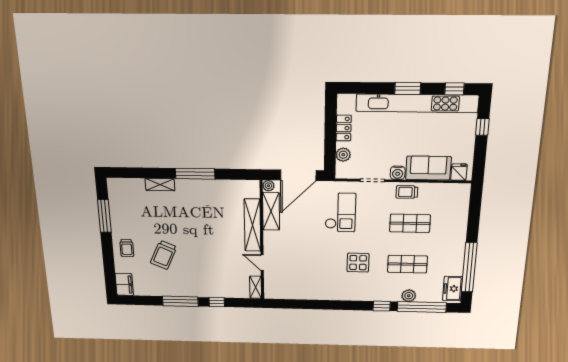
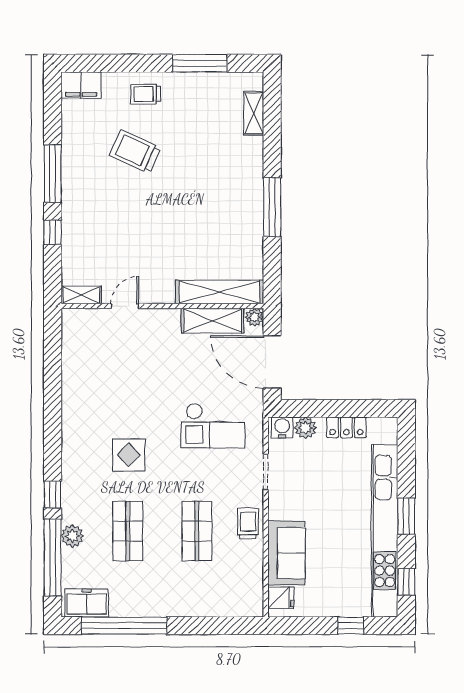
water cooler: (398, 173) -> (282, 427), moved, turned 90
shelving: (160, 185) -> (254, 113), moved
shelving: (252, 225) -> (220, 292), moved

